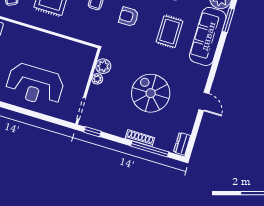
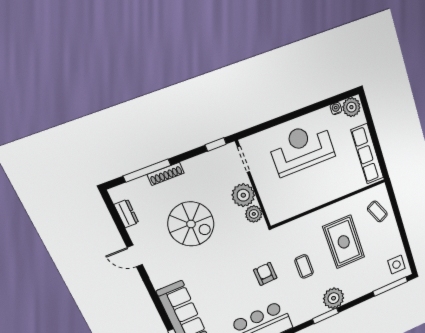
armchair: (129, 17) -> (265, 274), turned -92
rug: (169, 32) -> (220, 291), removed
plant: (97, 79) -> (243, 195), width x1.88, depth x1.88
dresser: (182, 144) -> (126, 214), moved

